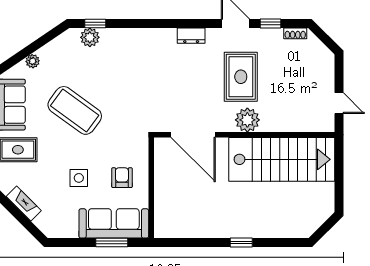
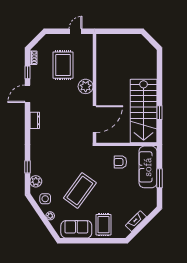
window: (95, 23) -> (27, 167), moved
rug: (241, 77) -> (63, 65), moved, turned 90
stairs: (282, 159) -> (144, 111), moved, turned 180
side table: (79, 178) -> (45, 199), moved
window: (112, 243) -> (159, 178), moved
window: (241, 243) -> (159, 113), moved

